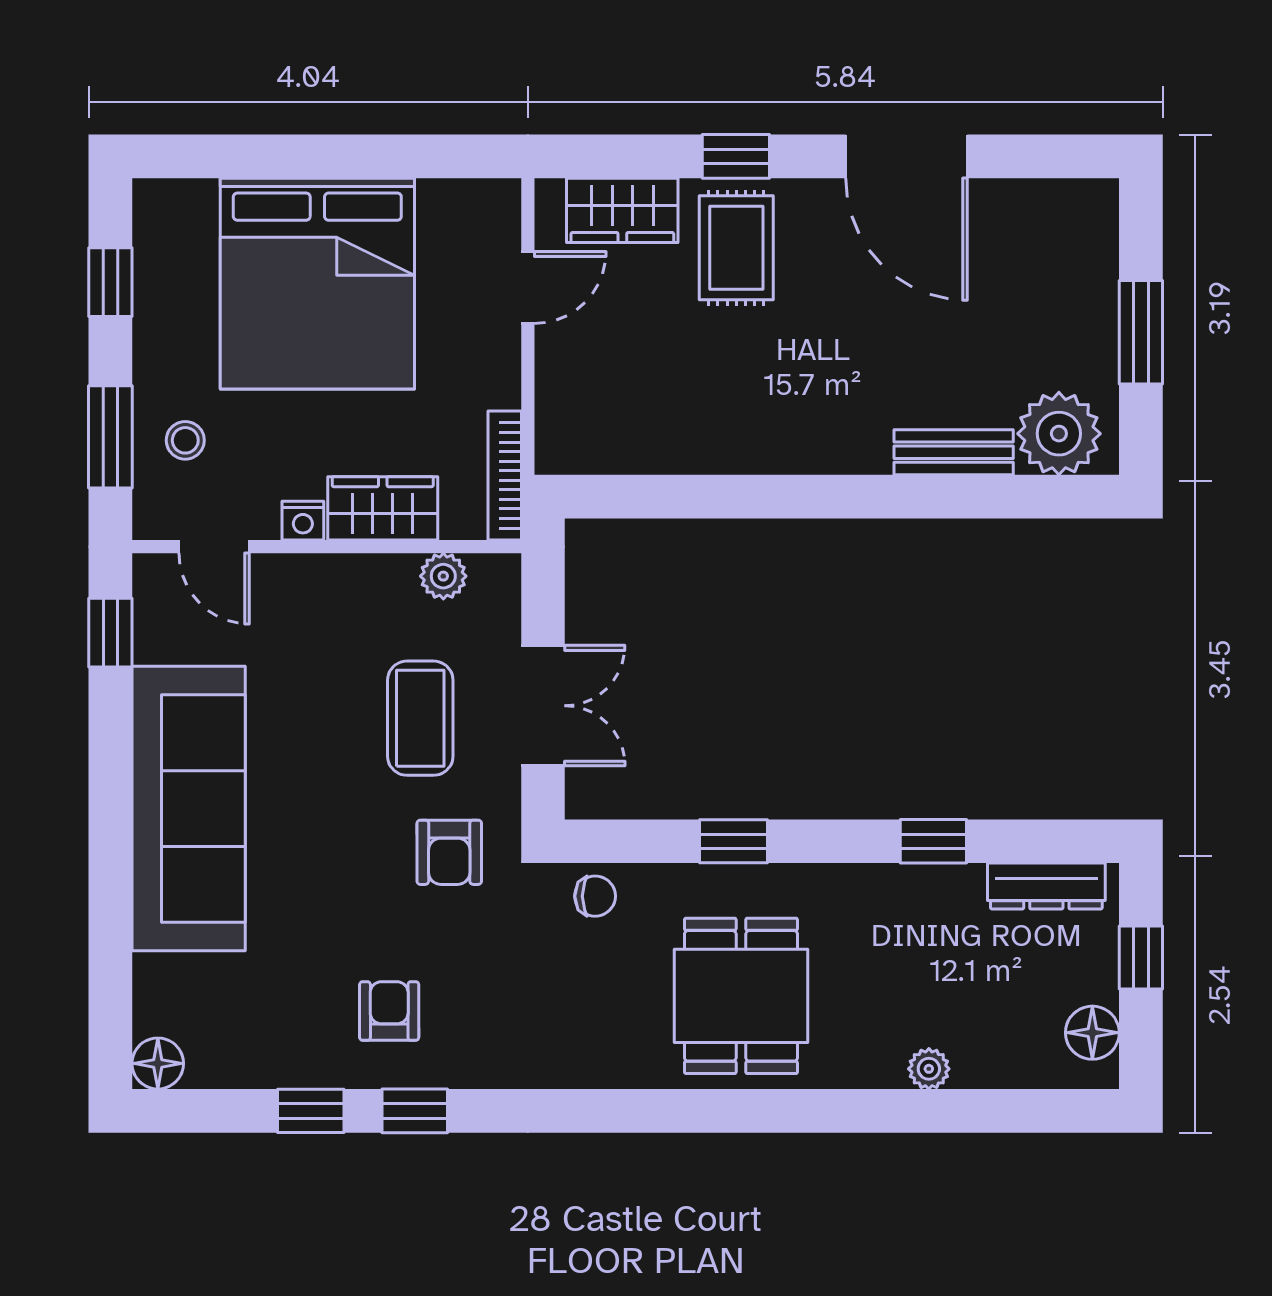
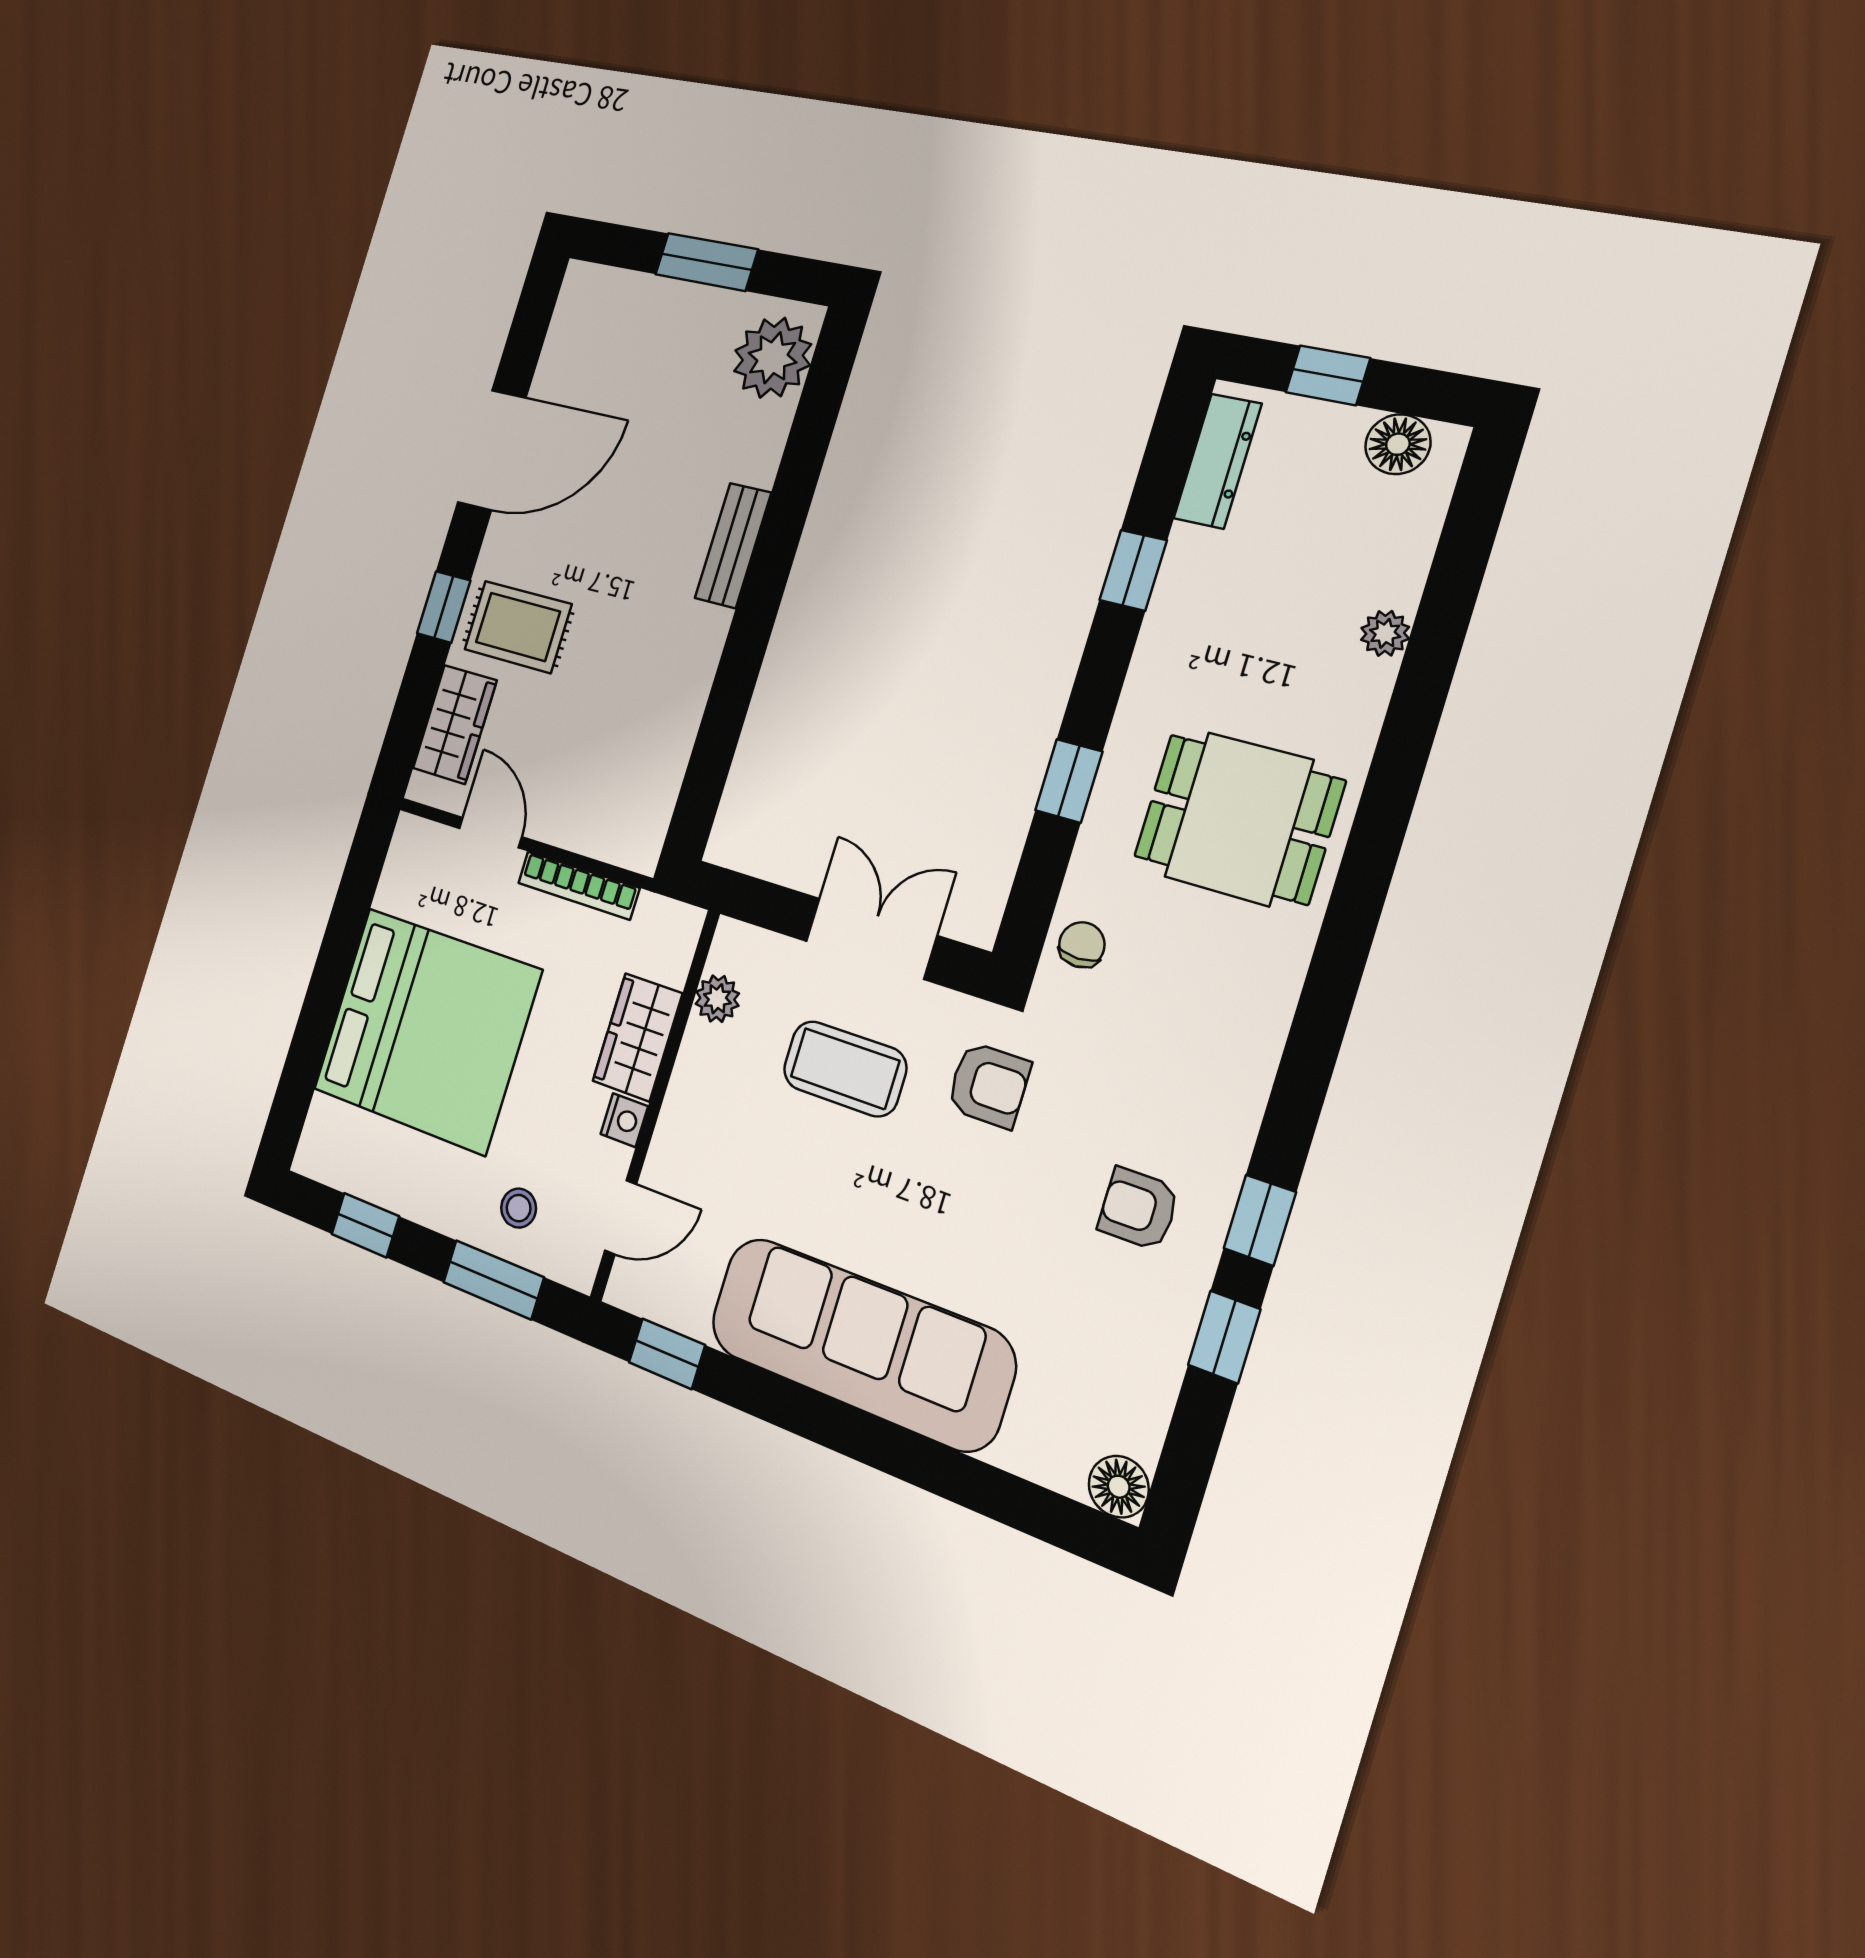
bench: (954, 452) -> (733, 546), moved
bookcase: (505, 475) -> (578, 885), moved

